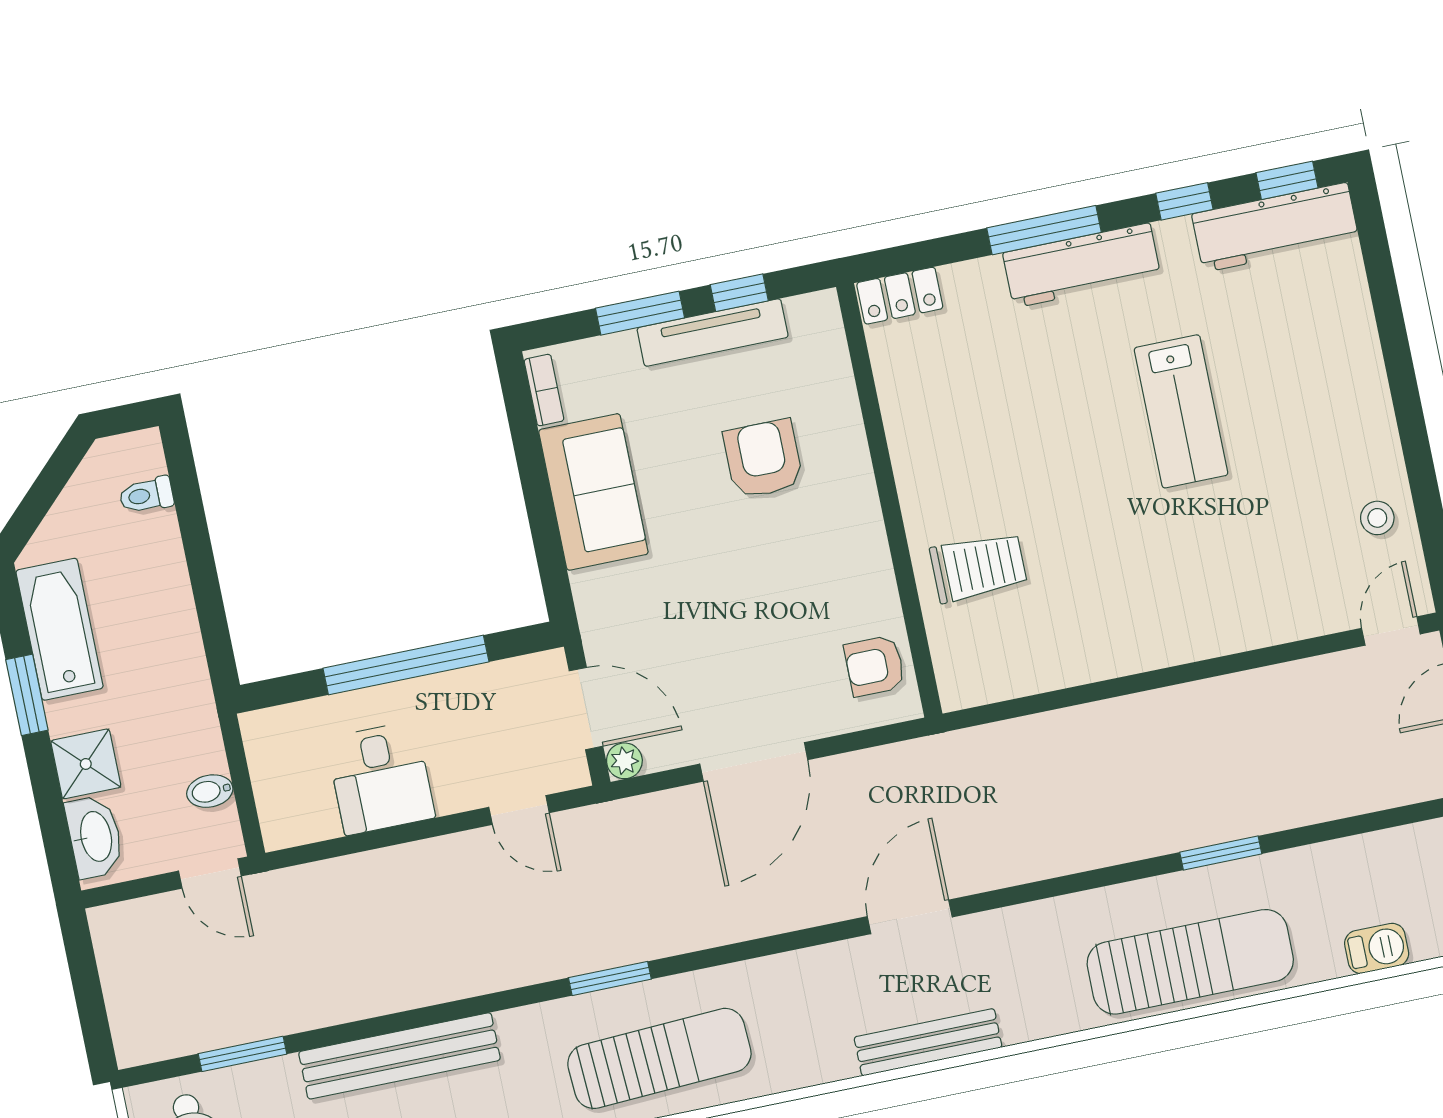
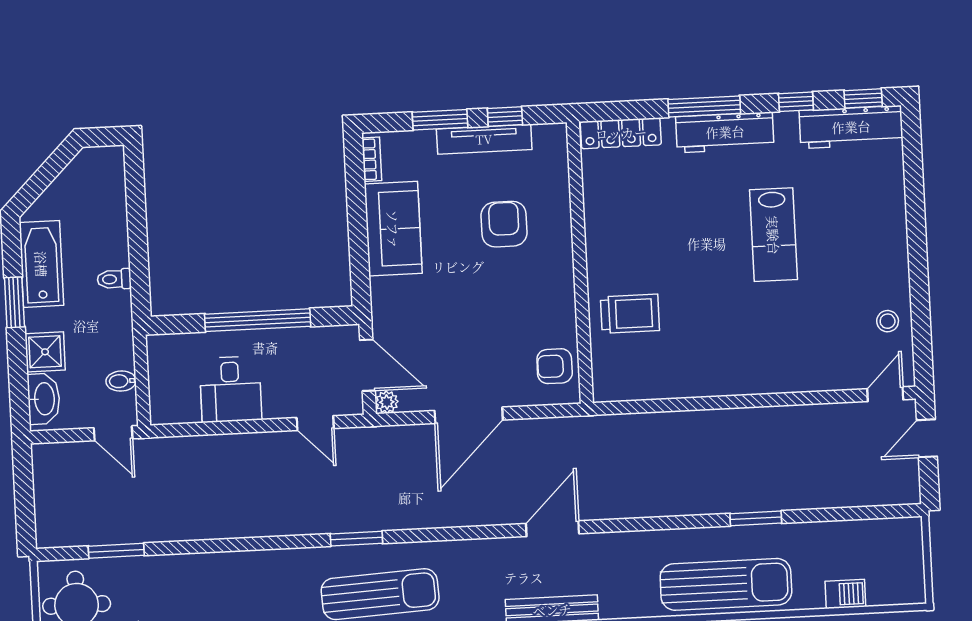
locker: (900, 296) -> (621, 133), width x1.53
toilet: (146, 495) -> (114, 279), moved
bench: (400, 1056) -> (216, 567), removed

